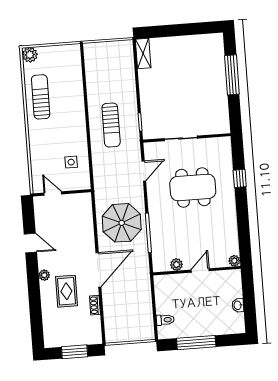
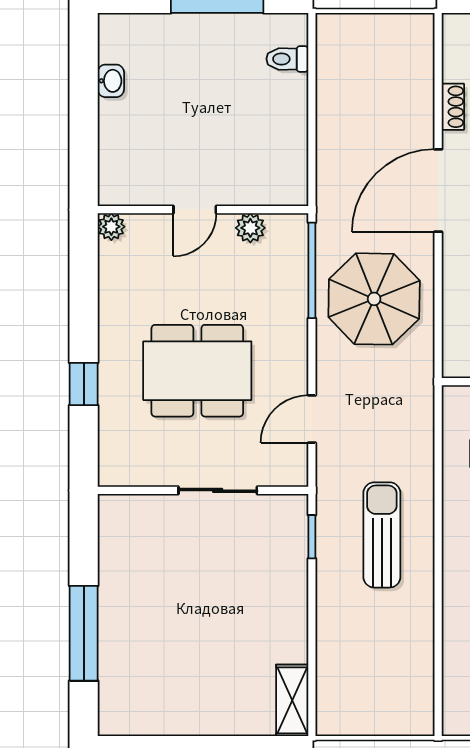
plant: (234, 261) -> (111, 227), moved
plant: (177, 265) -> (250, 228), moved
door: (200, 270) -> (195, 210), moved
wall: (197, 271) -> (203, 210), moved

